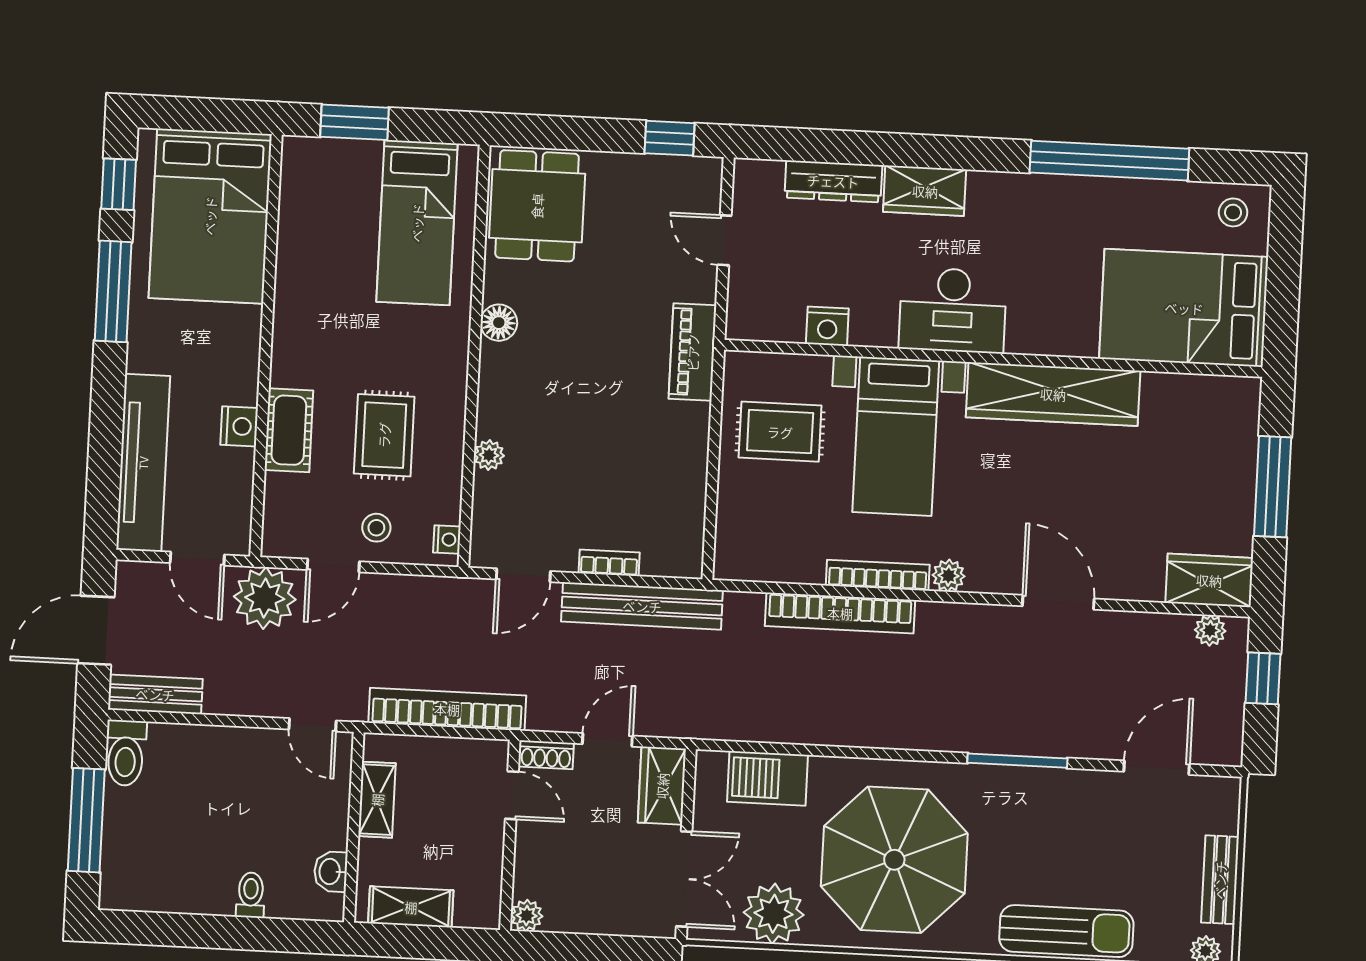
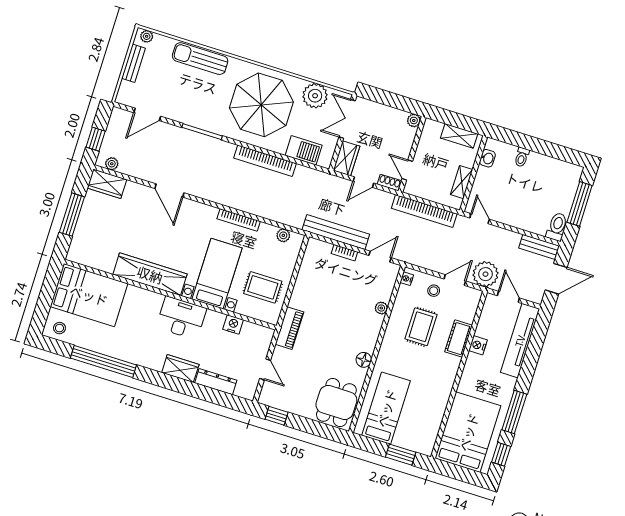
plant: (949, 576) -> (283, 235), moved
bookcase: (840, 613) -> (265, 161), moved, turned 180

